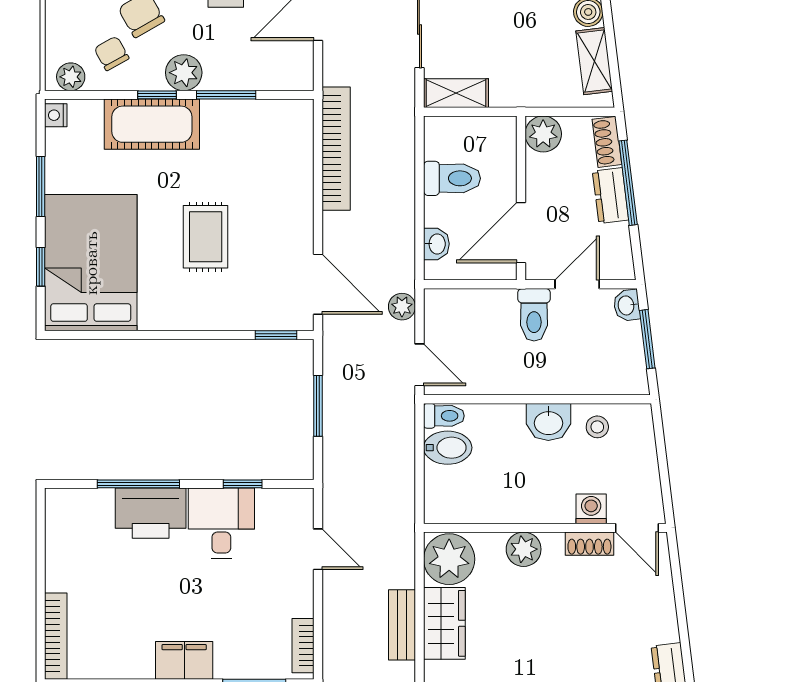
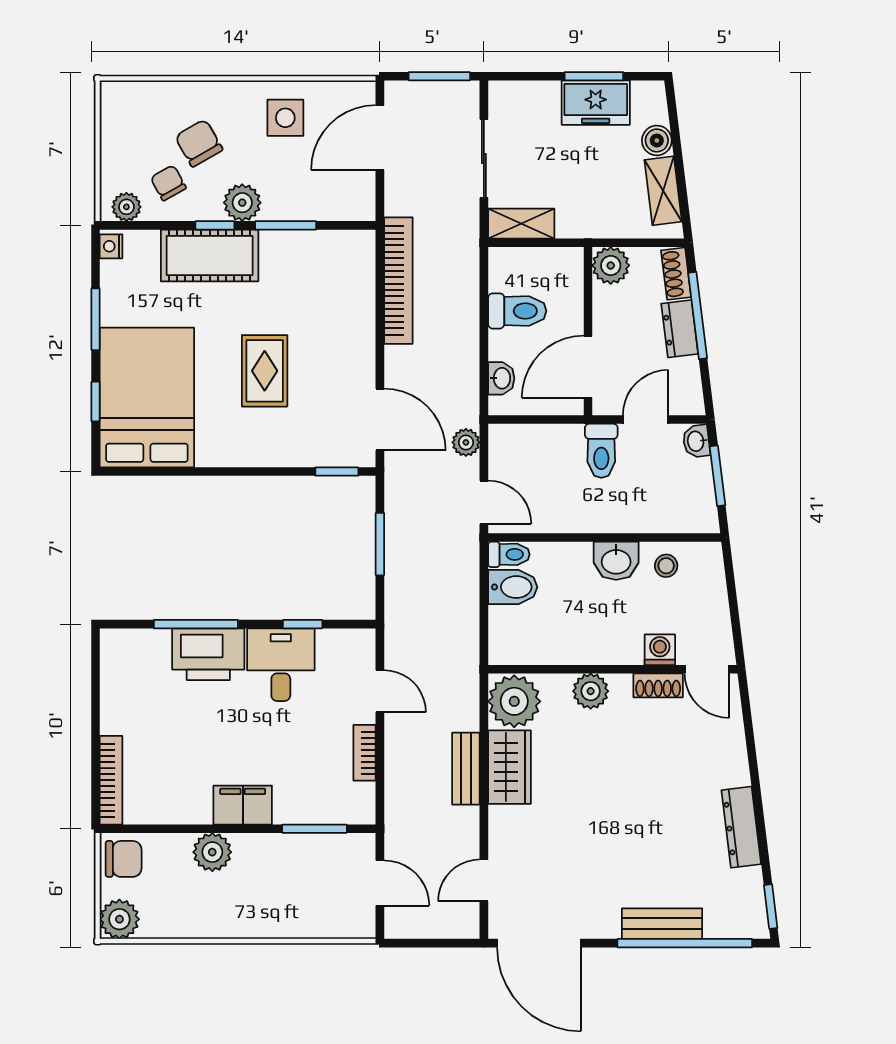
bookcase: (303, 646) -> (365, 753), moved

